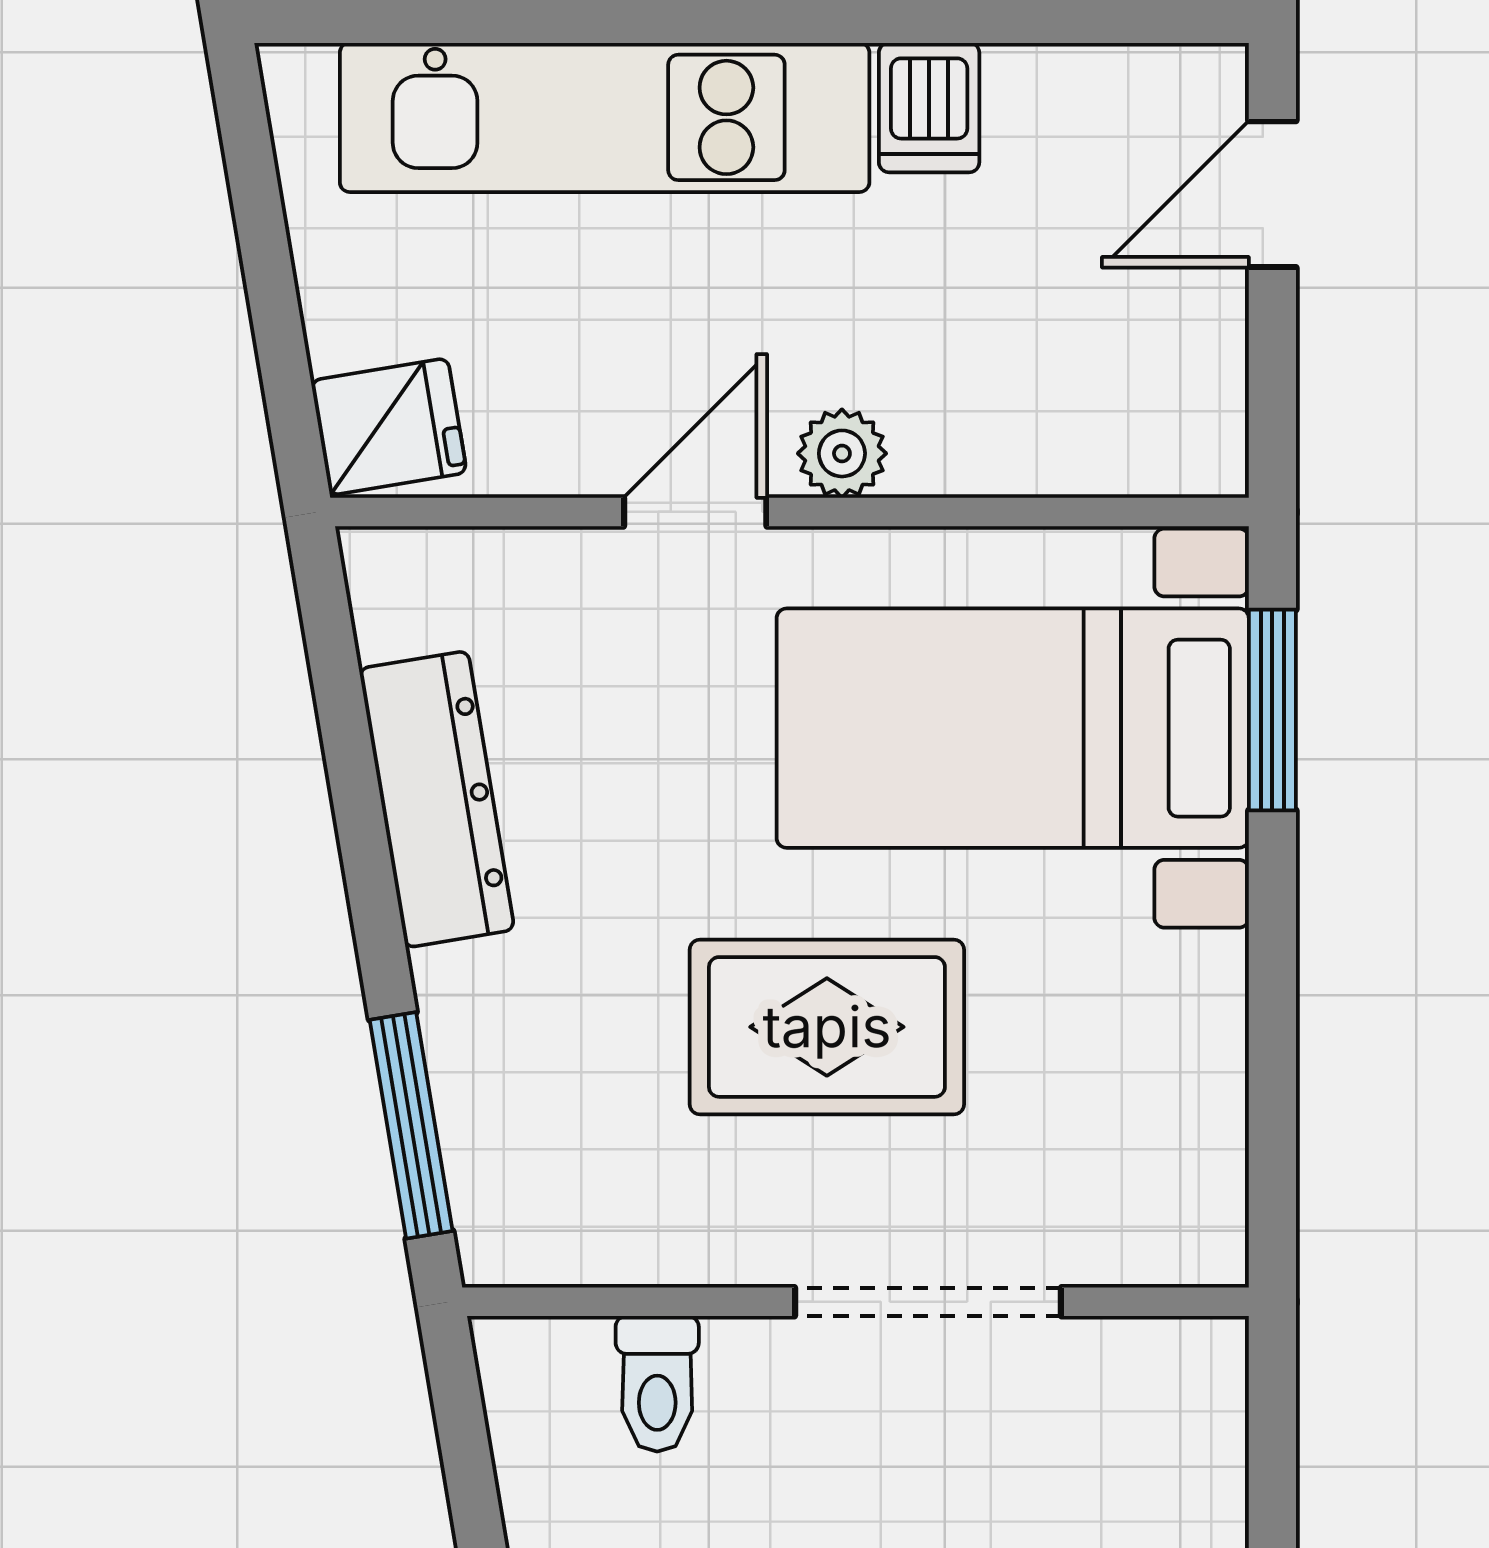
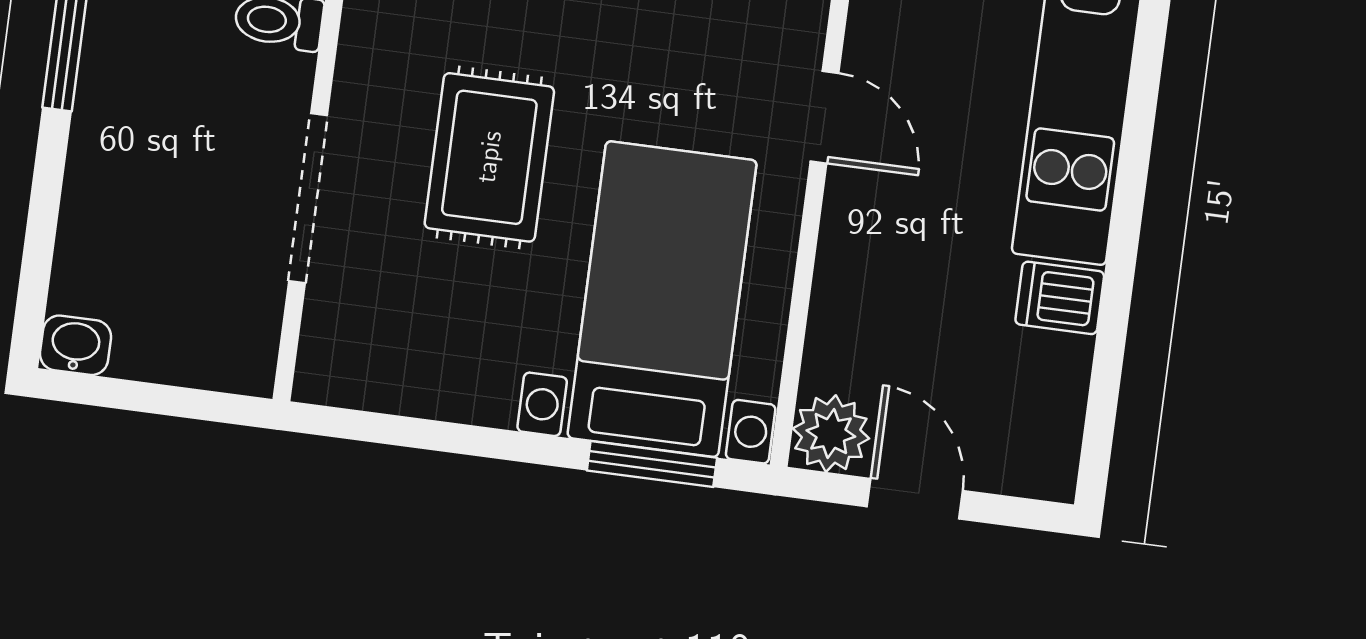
door: (1272, 194) -> (915, 499), moved
plant: (842, 453) -> (831, 434), moved, width x1.38, depth x1.38

